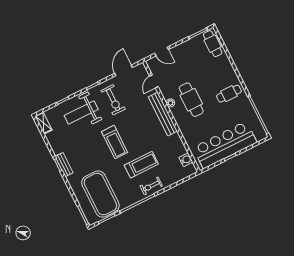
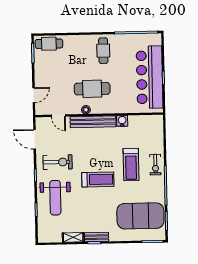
shelving: (43, 123) -> (73, 237), moved
water cooler: (186, 160) -> (122, 121), moved
treadmill: (141, 165) -> (131, 164), turned 180

